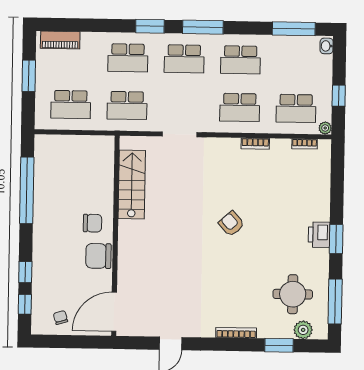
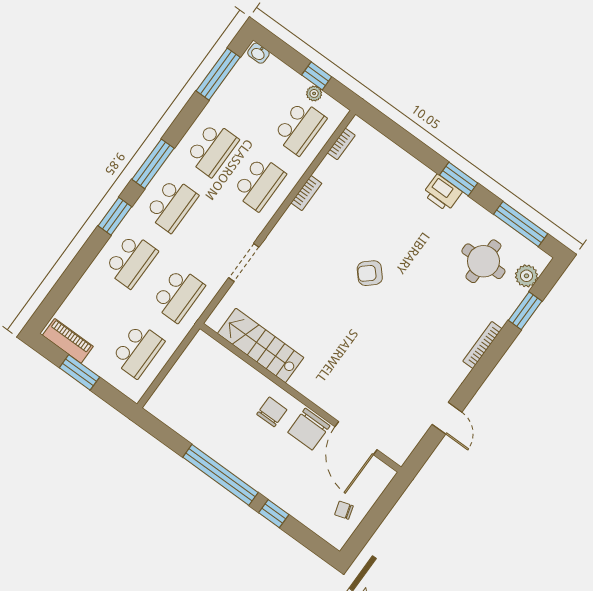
piano: (60, 40) -> (68, 341), moved, turned -90
plant: (325, 128) -> (314, 93), moved
window: (27, 190) -> (220, 475), moved
window: (25, 304) -> (306, 537), removed
door: (114, 312) -> (356, 438), moved

